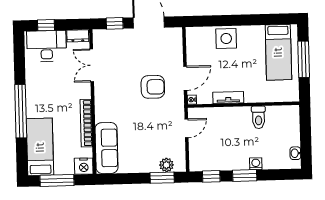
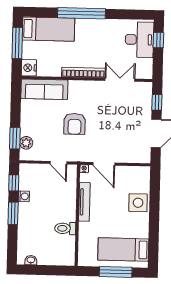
dresser: (78, 36) -> (147, 68), removed
armchair: (153, 87) -> (74, 124), moved
tv unit: (228, 98) -> (84, 202), width x1.41
bookcase: (86, 123) -> (83, 72), moved
washing machine: (256, 164) -> (24, 196), moved

